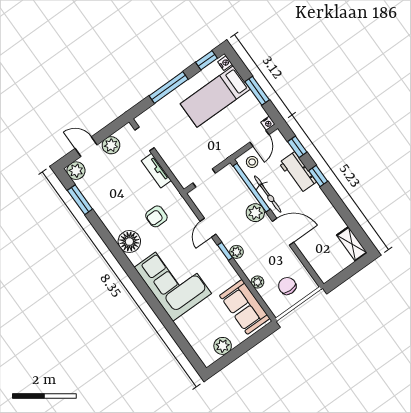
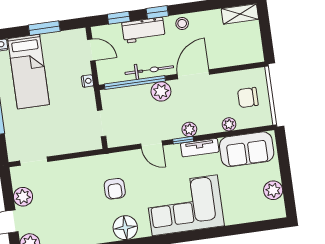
nightstand: (268, 123) -> (87, 81), moved
stool: (252, 162) -> (182, 23), moved
tv unit: (156, 171) -> (200, 148), moved

